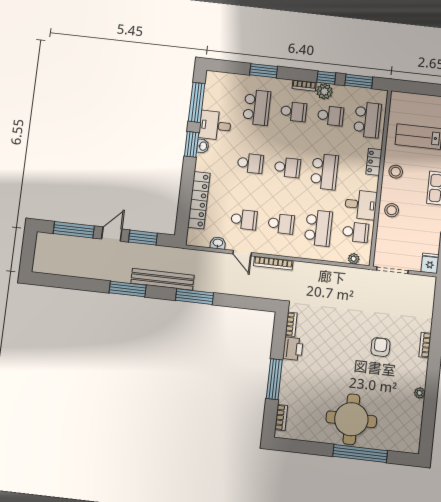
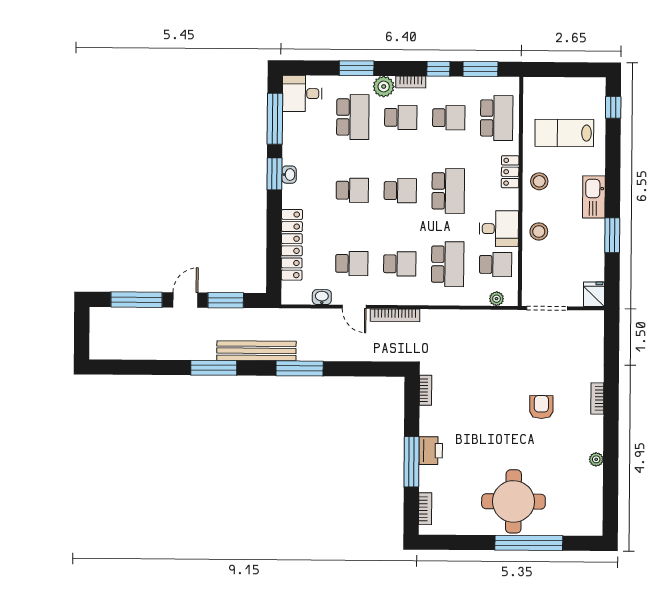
plant: (324, 91) -> (384, 86), moved
desk: (215, 125) -> (302, 94), moved
printer: (293, 349) -> (431, 451), moved

